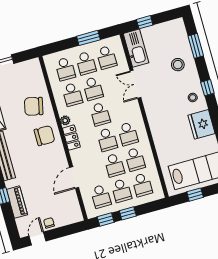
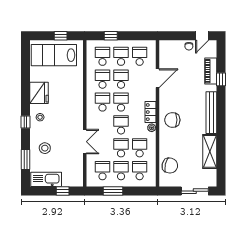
kitchen sink: (136, 48) -> (46, 179), moved, turned 90
chair: (34, 106) -> (170, 166), moved
window: (128, 213) -> (111, 36), moved
window: (106, 220) -> (141, 36), removed

